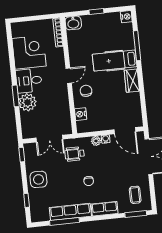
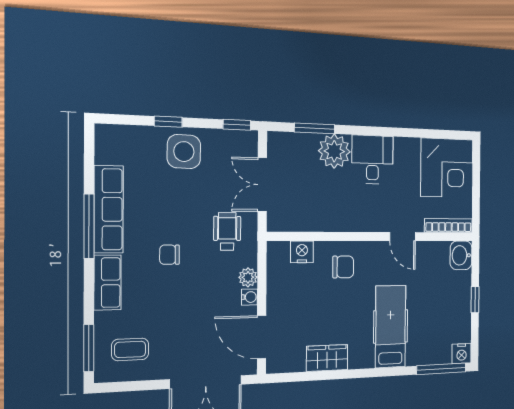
window: (137, 46) -> (441, 369), moved
corner desk: (29, 52) -> (447, 168), moved
door: (69, 76) -> (403, 237), moved
wardrobe: (132, 81) -> (327, 358), moved
window: (16, 96) -> (315, 128), moved
door: (125, 131) -> (262, 337), hinge flipped
window: (27, 200) -> (168, 122), moved
window: (64, 221) -> (89, 226), moved

